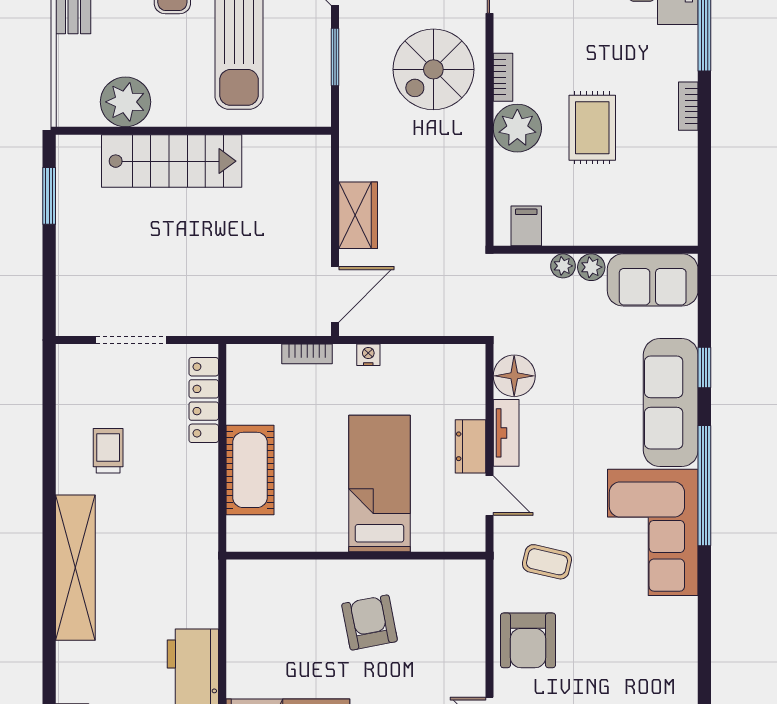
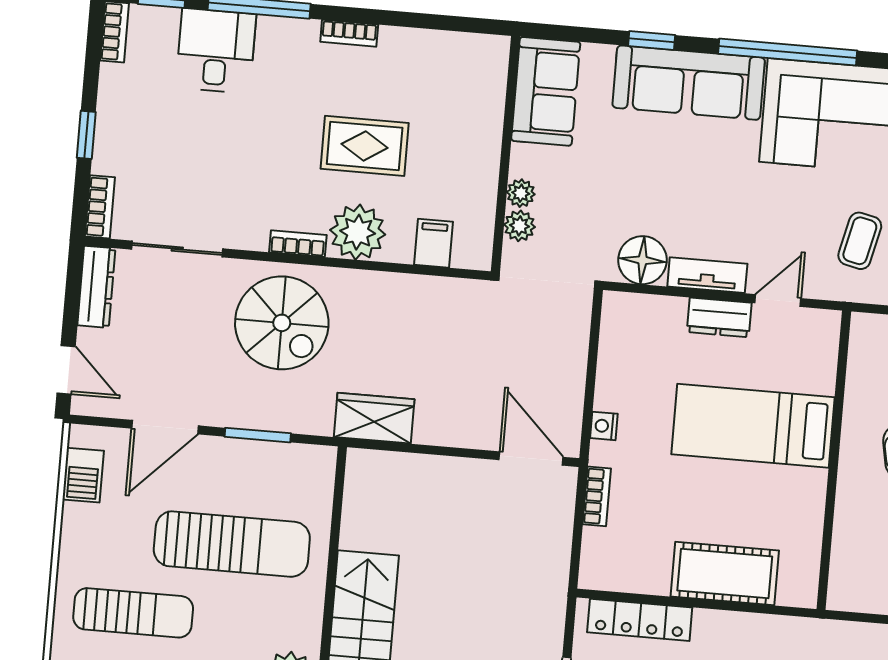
wardrobe: (358, 215) -> (374, 418), moved
filing cabinet: (526, 226) -> (434, 243), moved, turned 90
plant: (591, 267) -> (519, 226), moved

